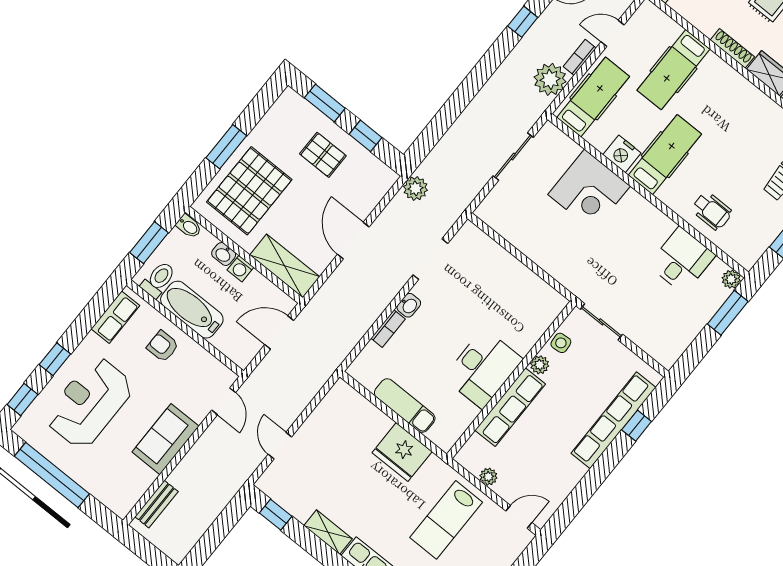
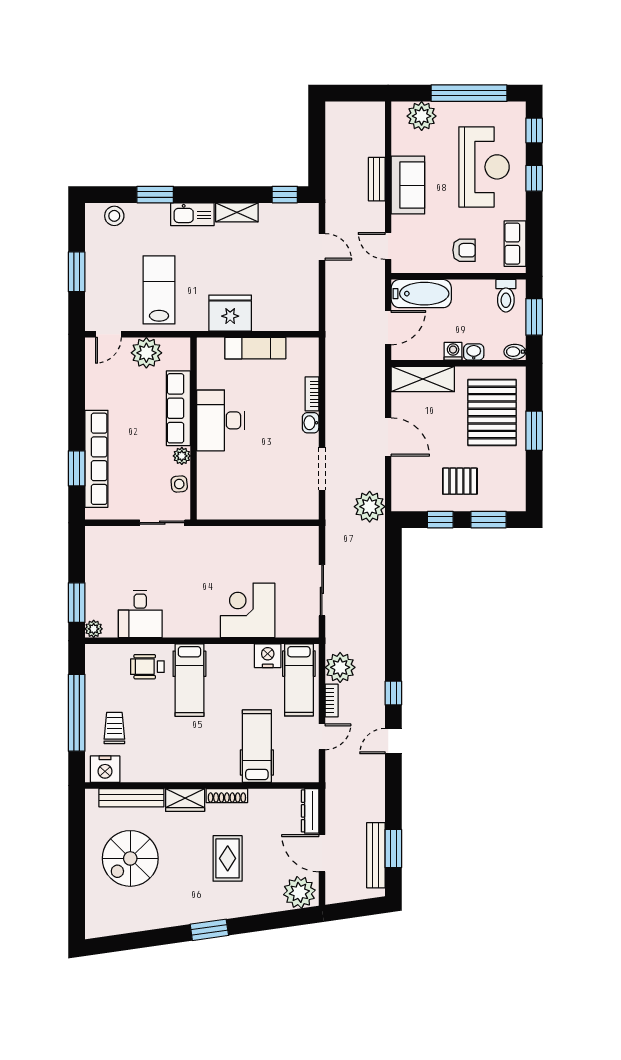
nightstand: (622, 154) -> (268, 656), moved
hospital bed: (665, 155) -> (189, 680), moved
plant: (416, 188) -> (370, 507), width x1.36, depth x1.36
bathtub: (192, 310) -> (421, 294), moved
window: (637, 426) -> (77, 468), width x1.50
plant: (488, 477) -> (146, 353), width x1.88, depth x1.88
plant: (107, 488) -> (422, 116), added
bench: (157, 504) -> (377, 179), moved

